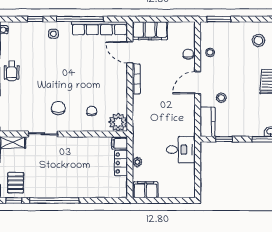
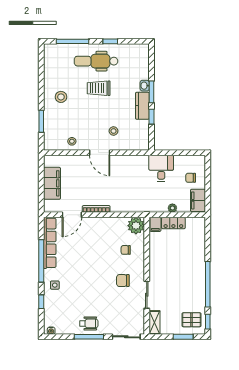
window: (219, 19) -> (41, 121), moved
filing cabinet: (150, 31) -> (52, 183), moved
chair: (188, 54) -> (191, 178), moved
kitchen counter: (208, 122) -> (142, 106), moved, turned -90
window: (224, 139) -> (152, 117), moved

